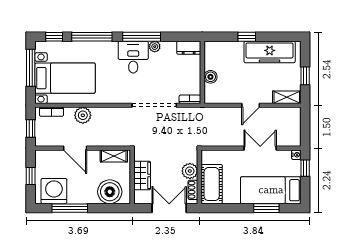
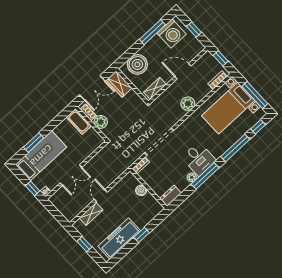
shelving: (287, 97) -> (91, 214), moved
plant: (83, 115) -> (188, 104), moved
wardrobe: (142, 175) -> (119, 84), moved
cot: (212, 184) -> (79, 122), width x0.73, depth x0.75

